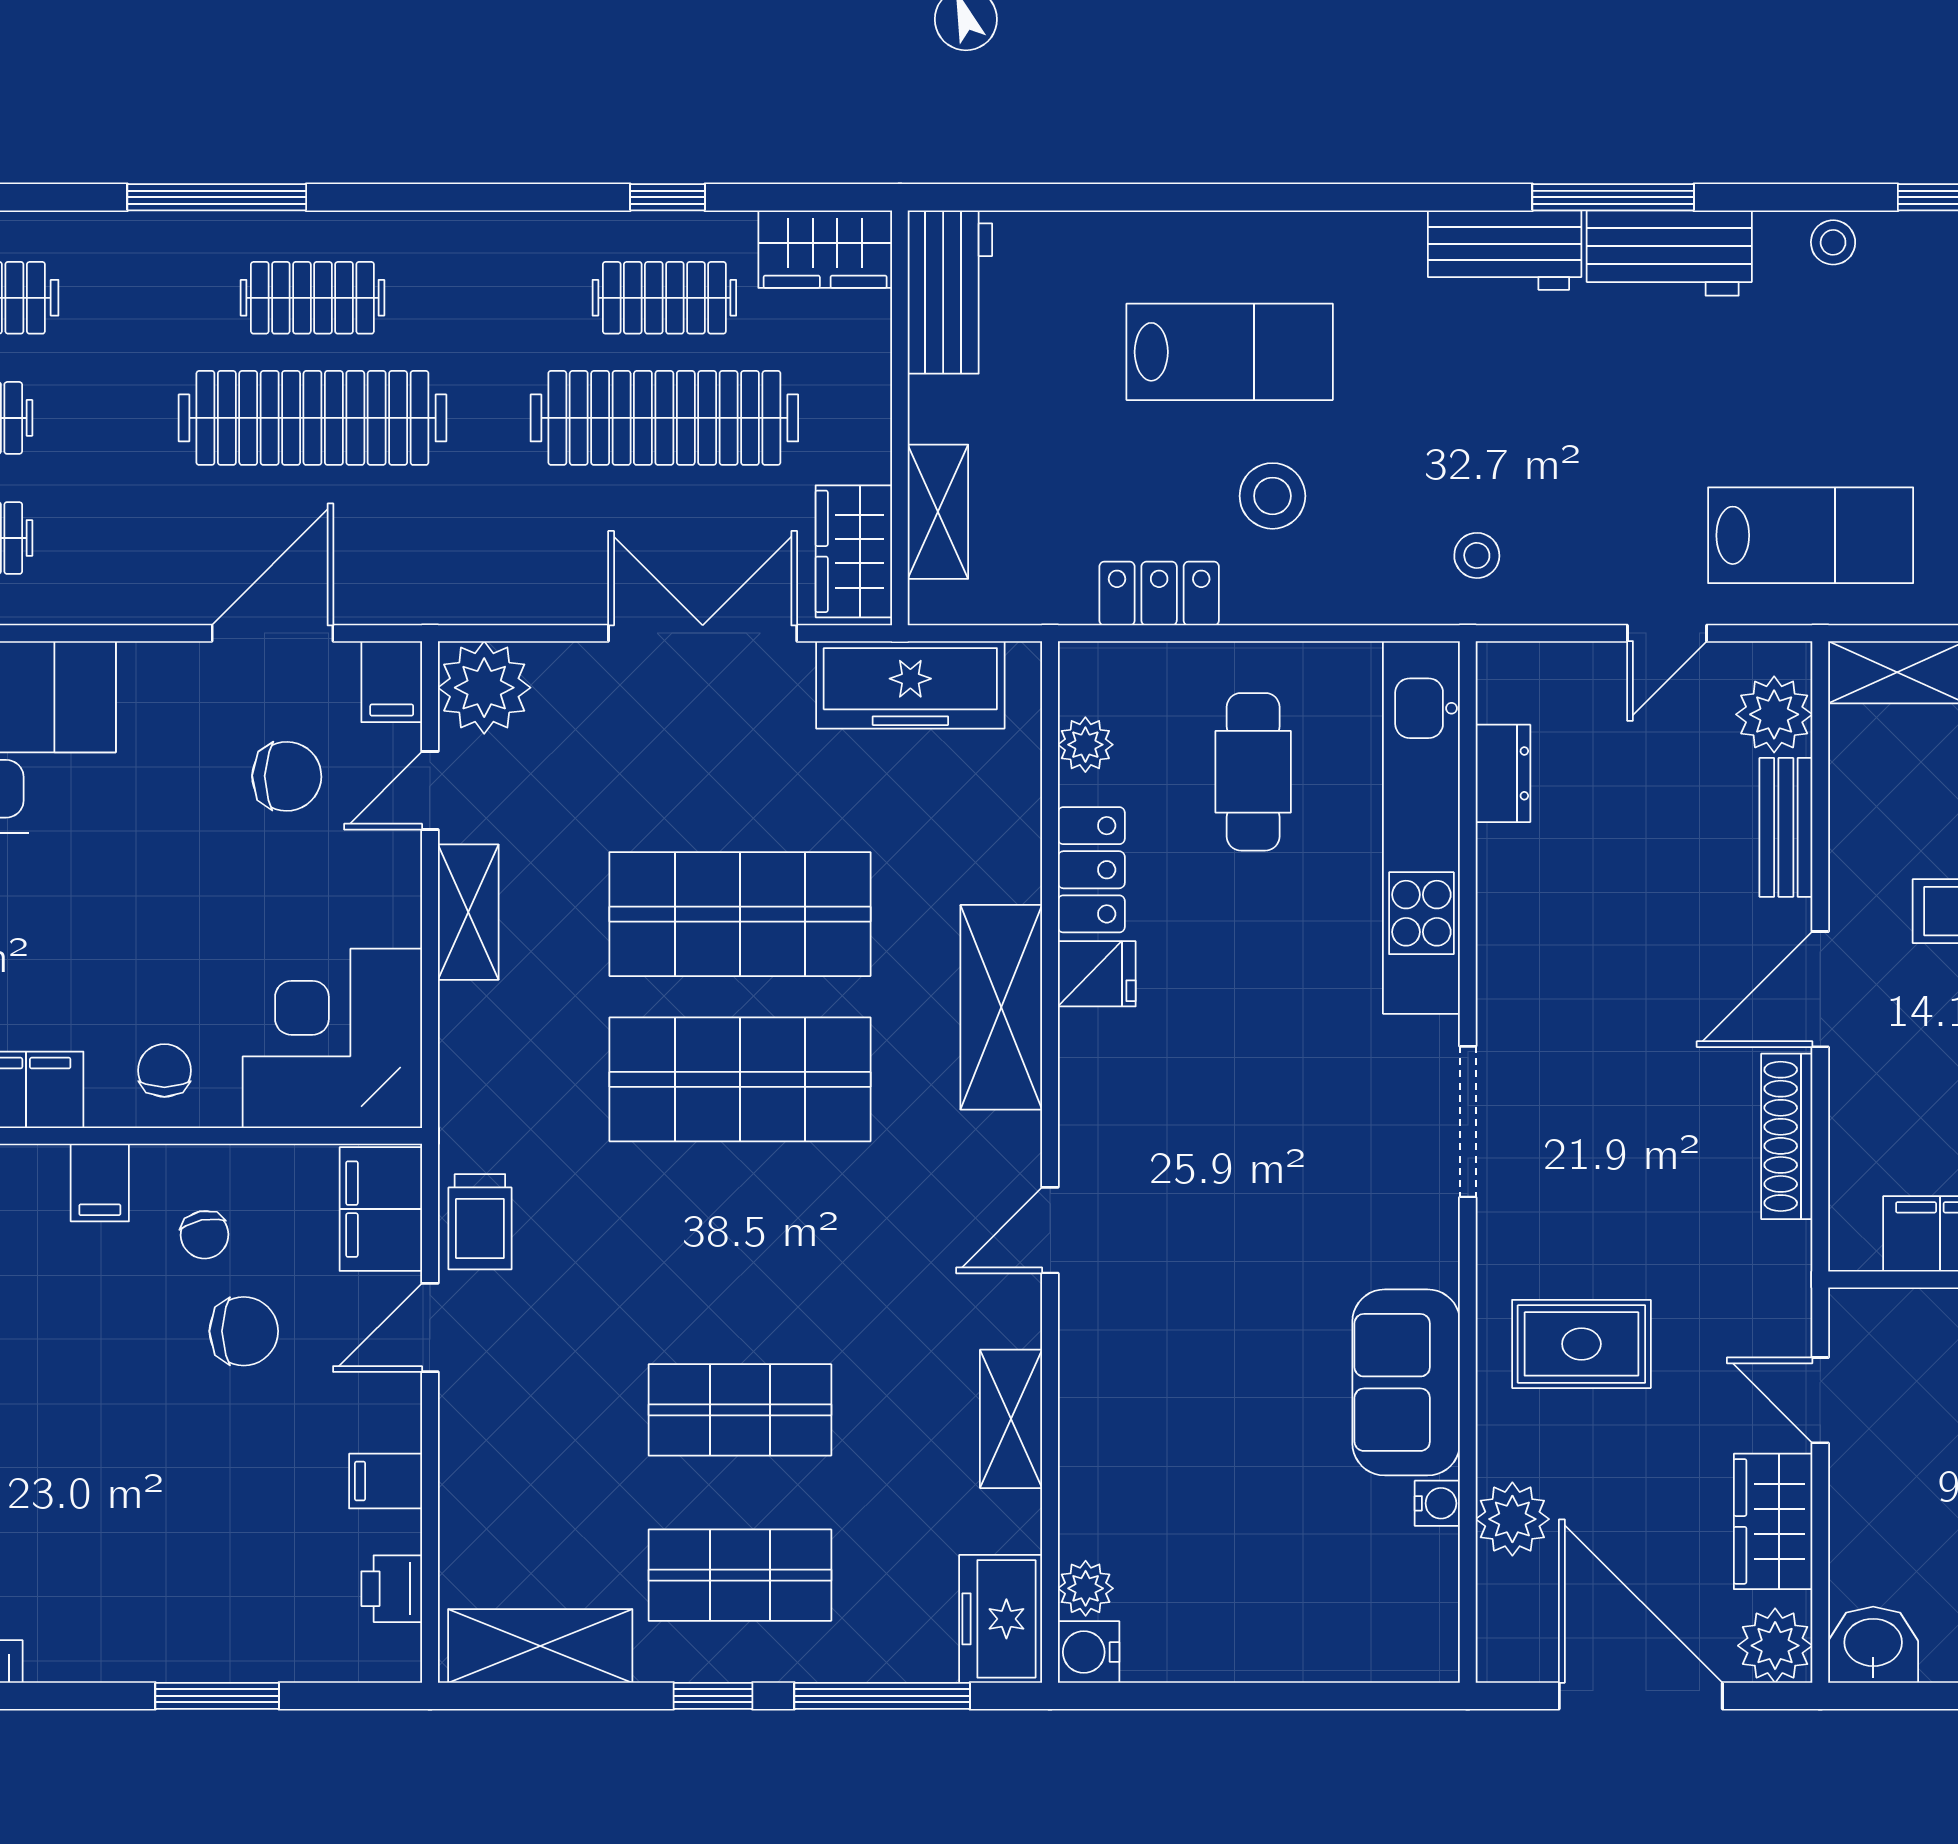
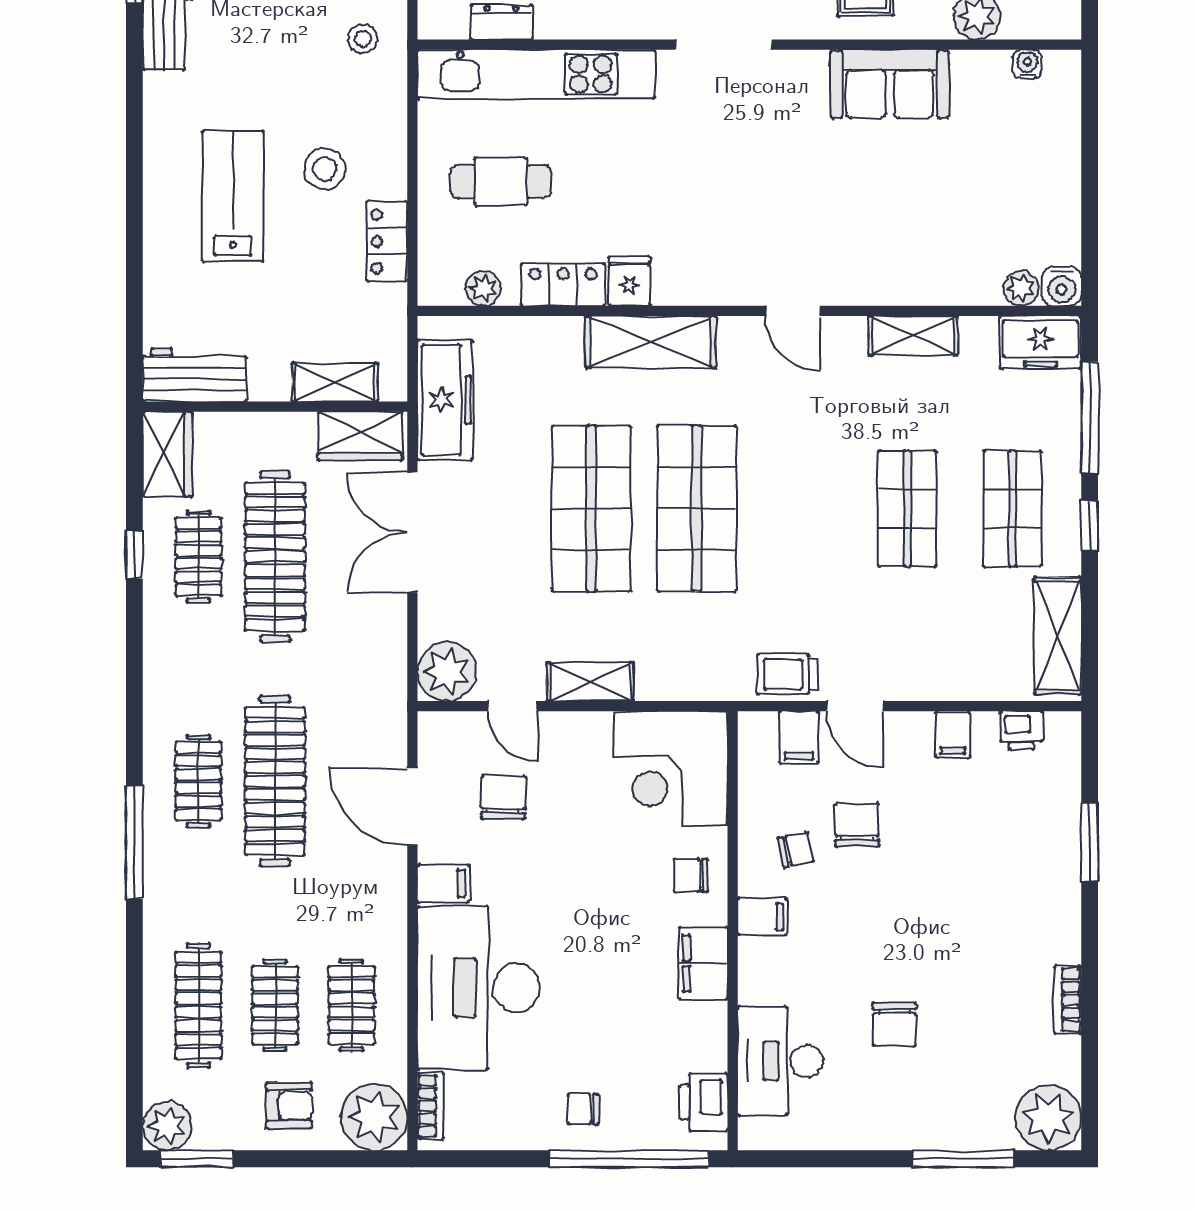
filing cabinet: (392, 682) -> (443, 884), moved
filing cabinet: (381, 1209) -> (799, 737), width x0.50
trolley: (480, 1222) -> (787, 674), turned 180
water cooler: (1437, 1503) -> (1027, 64), moved

